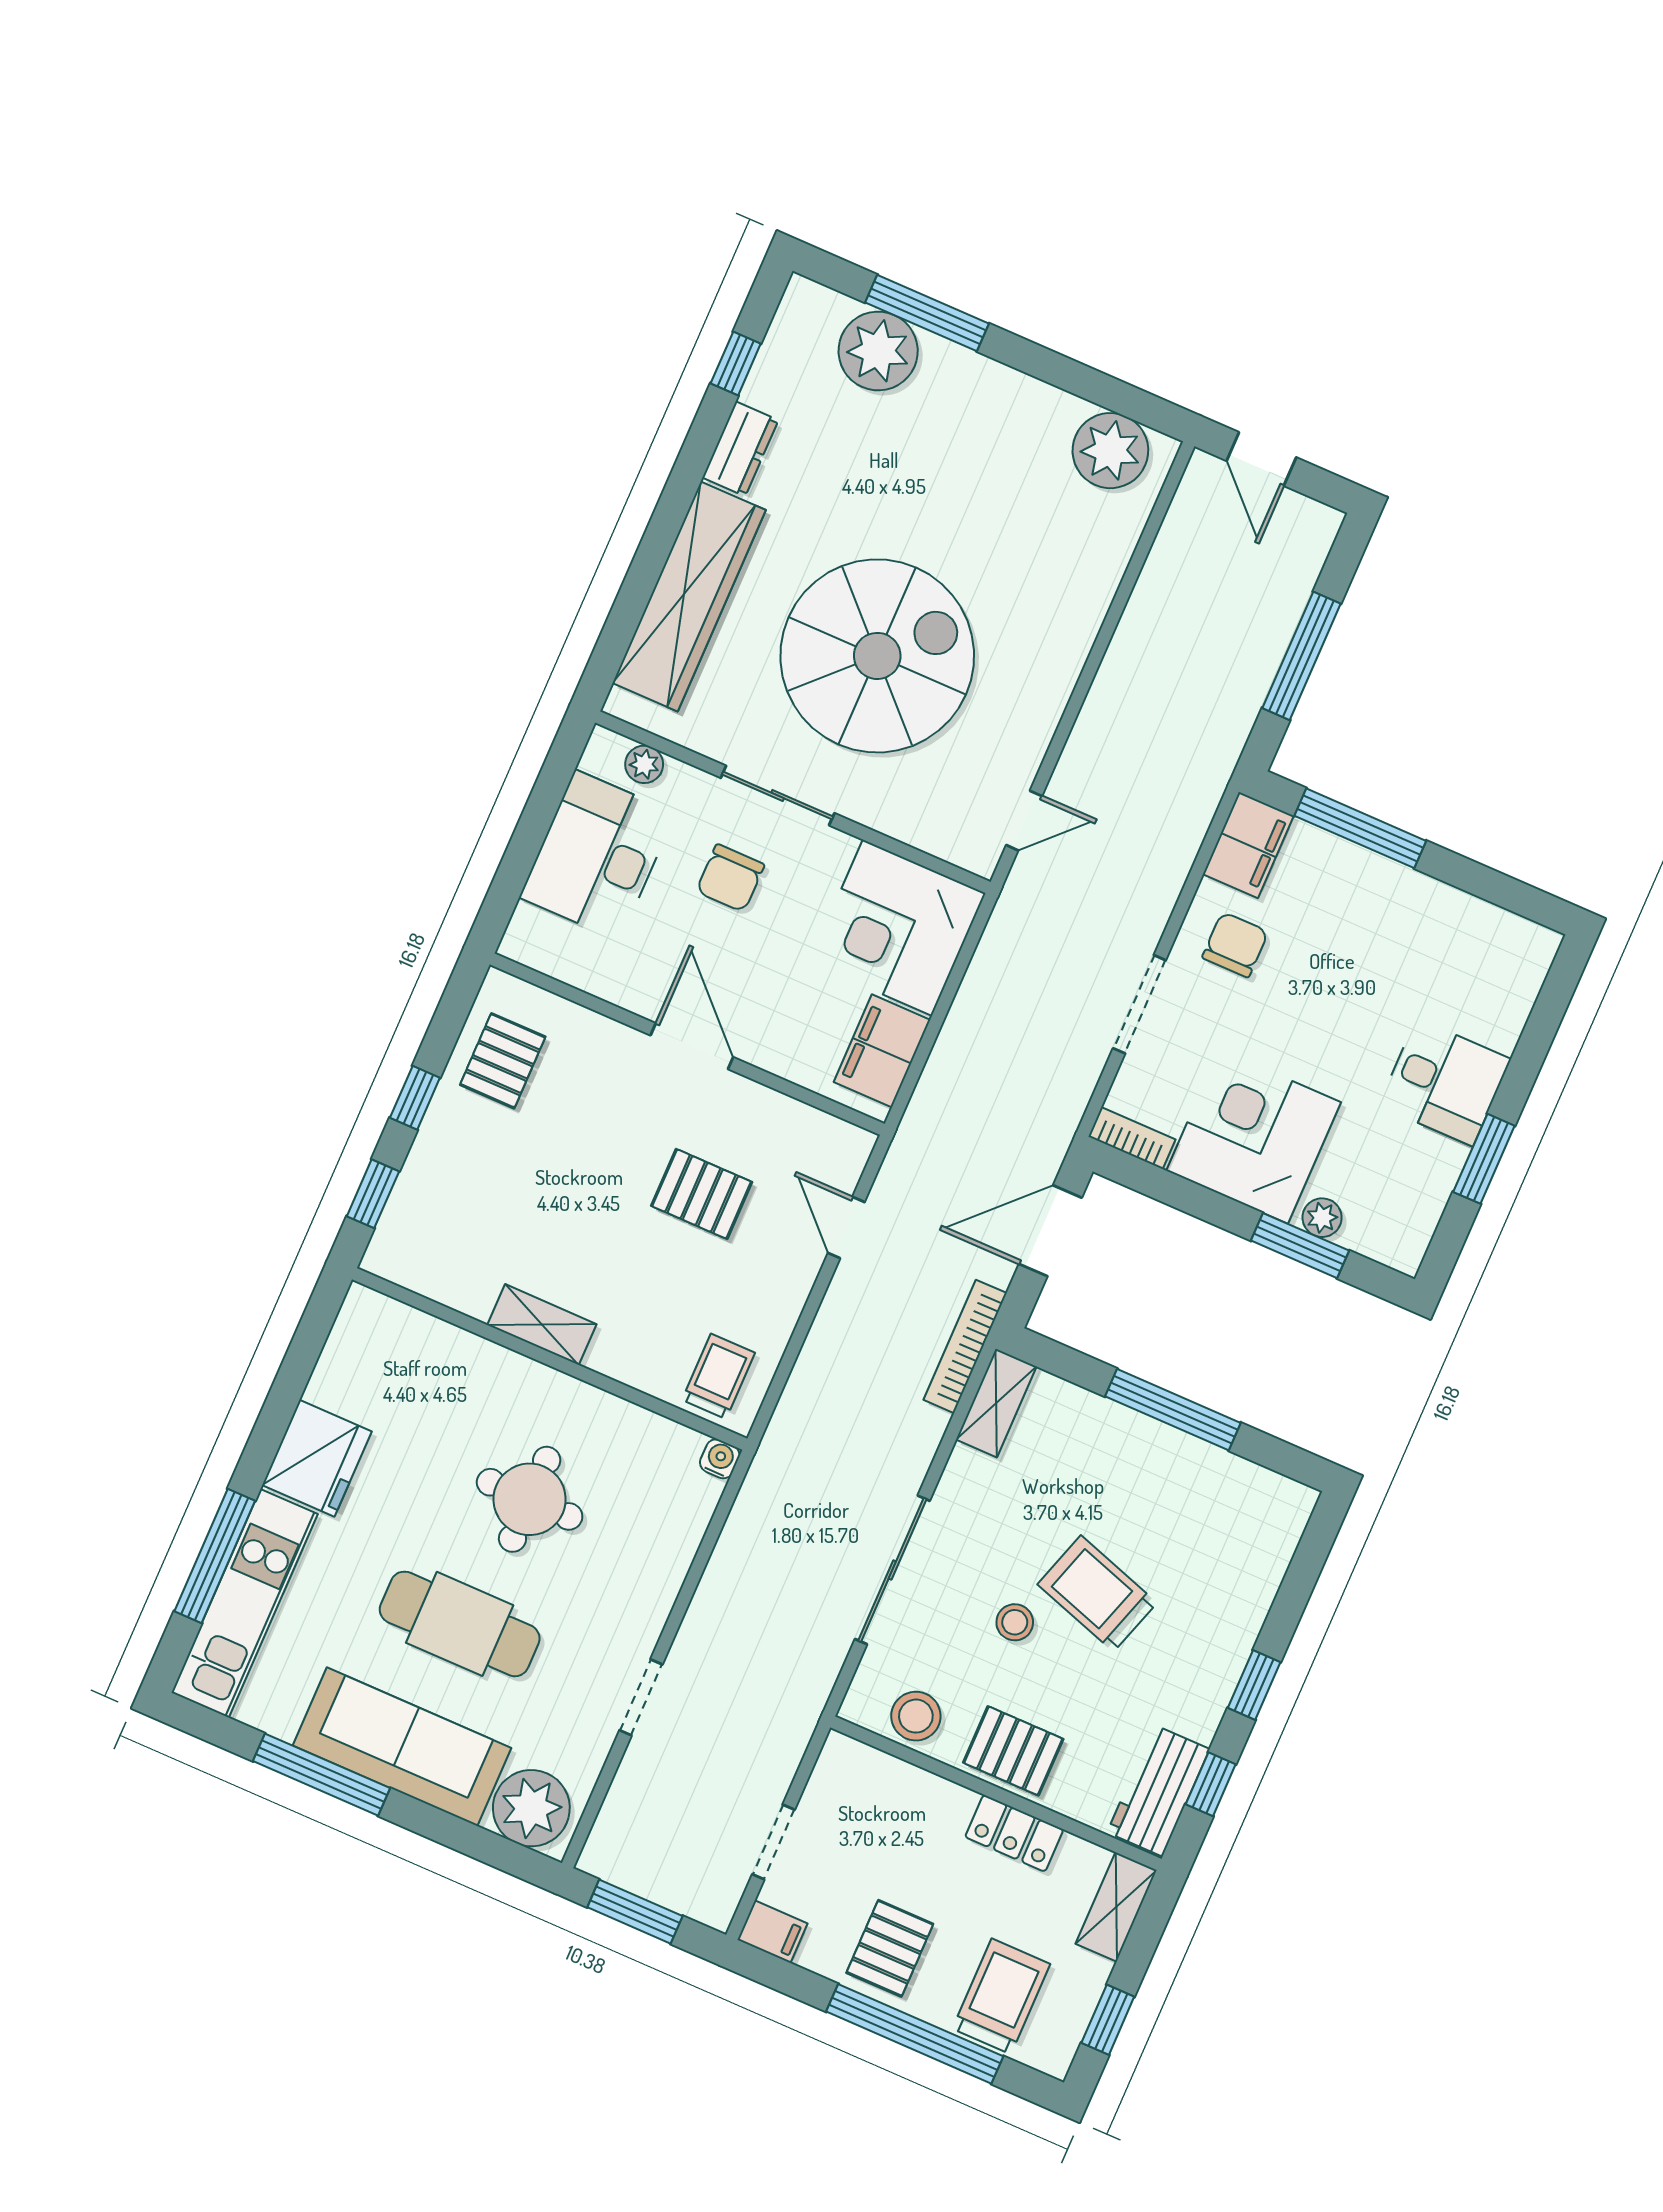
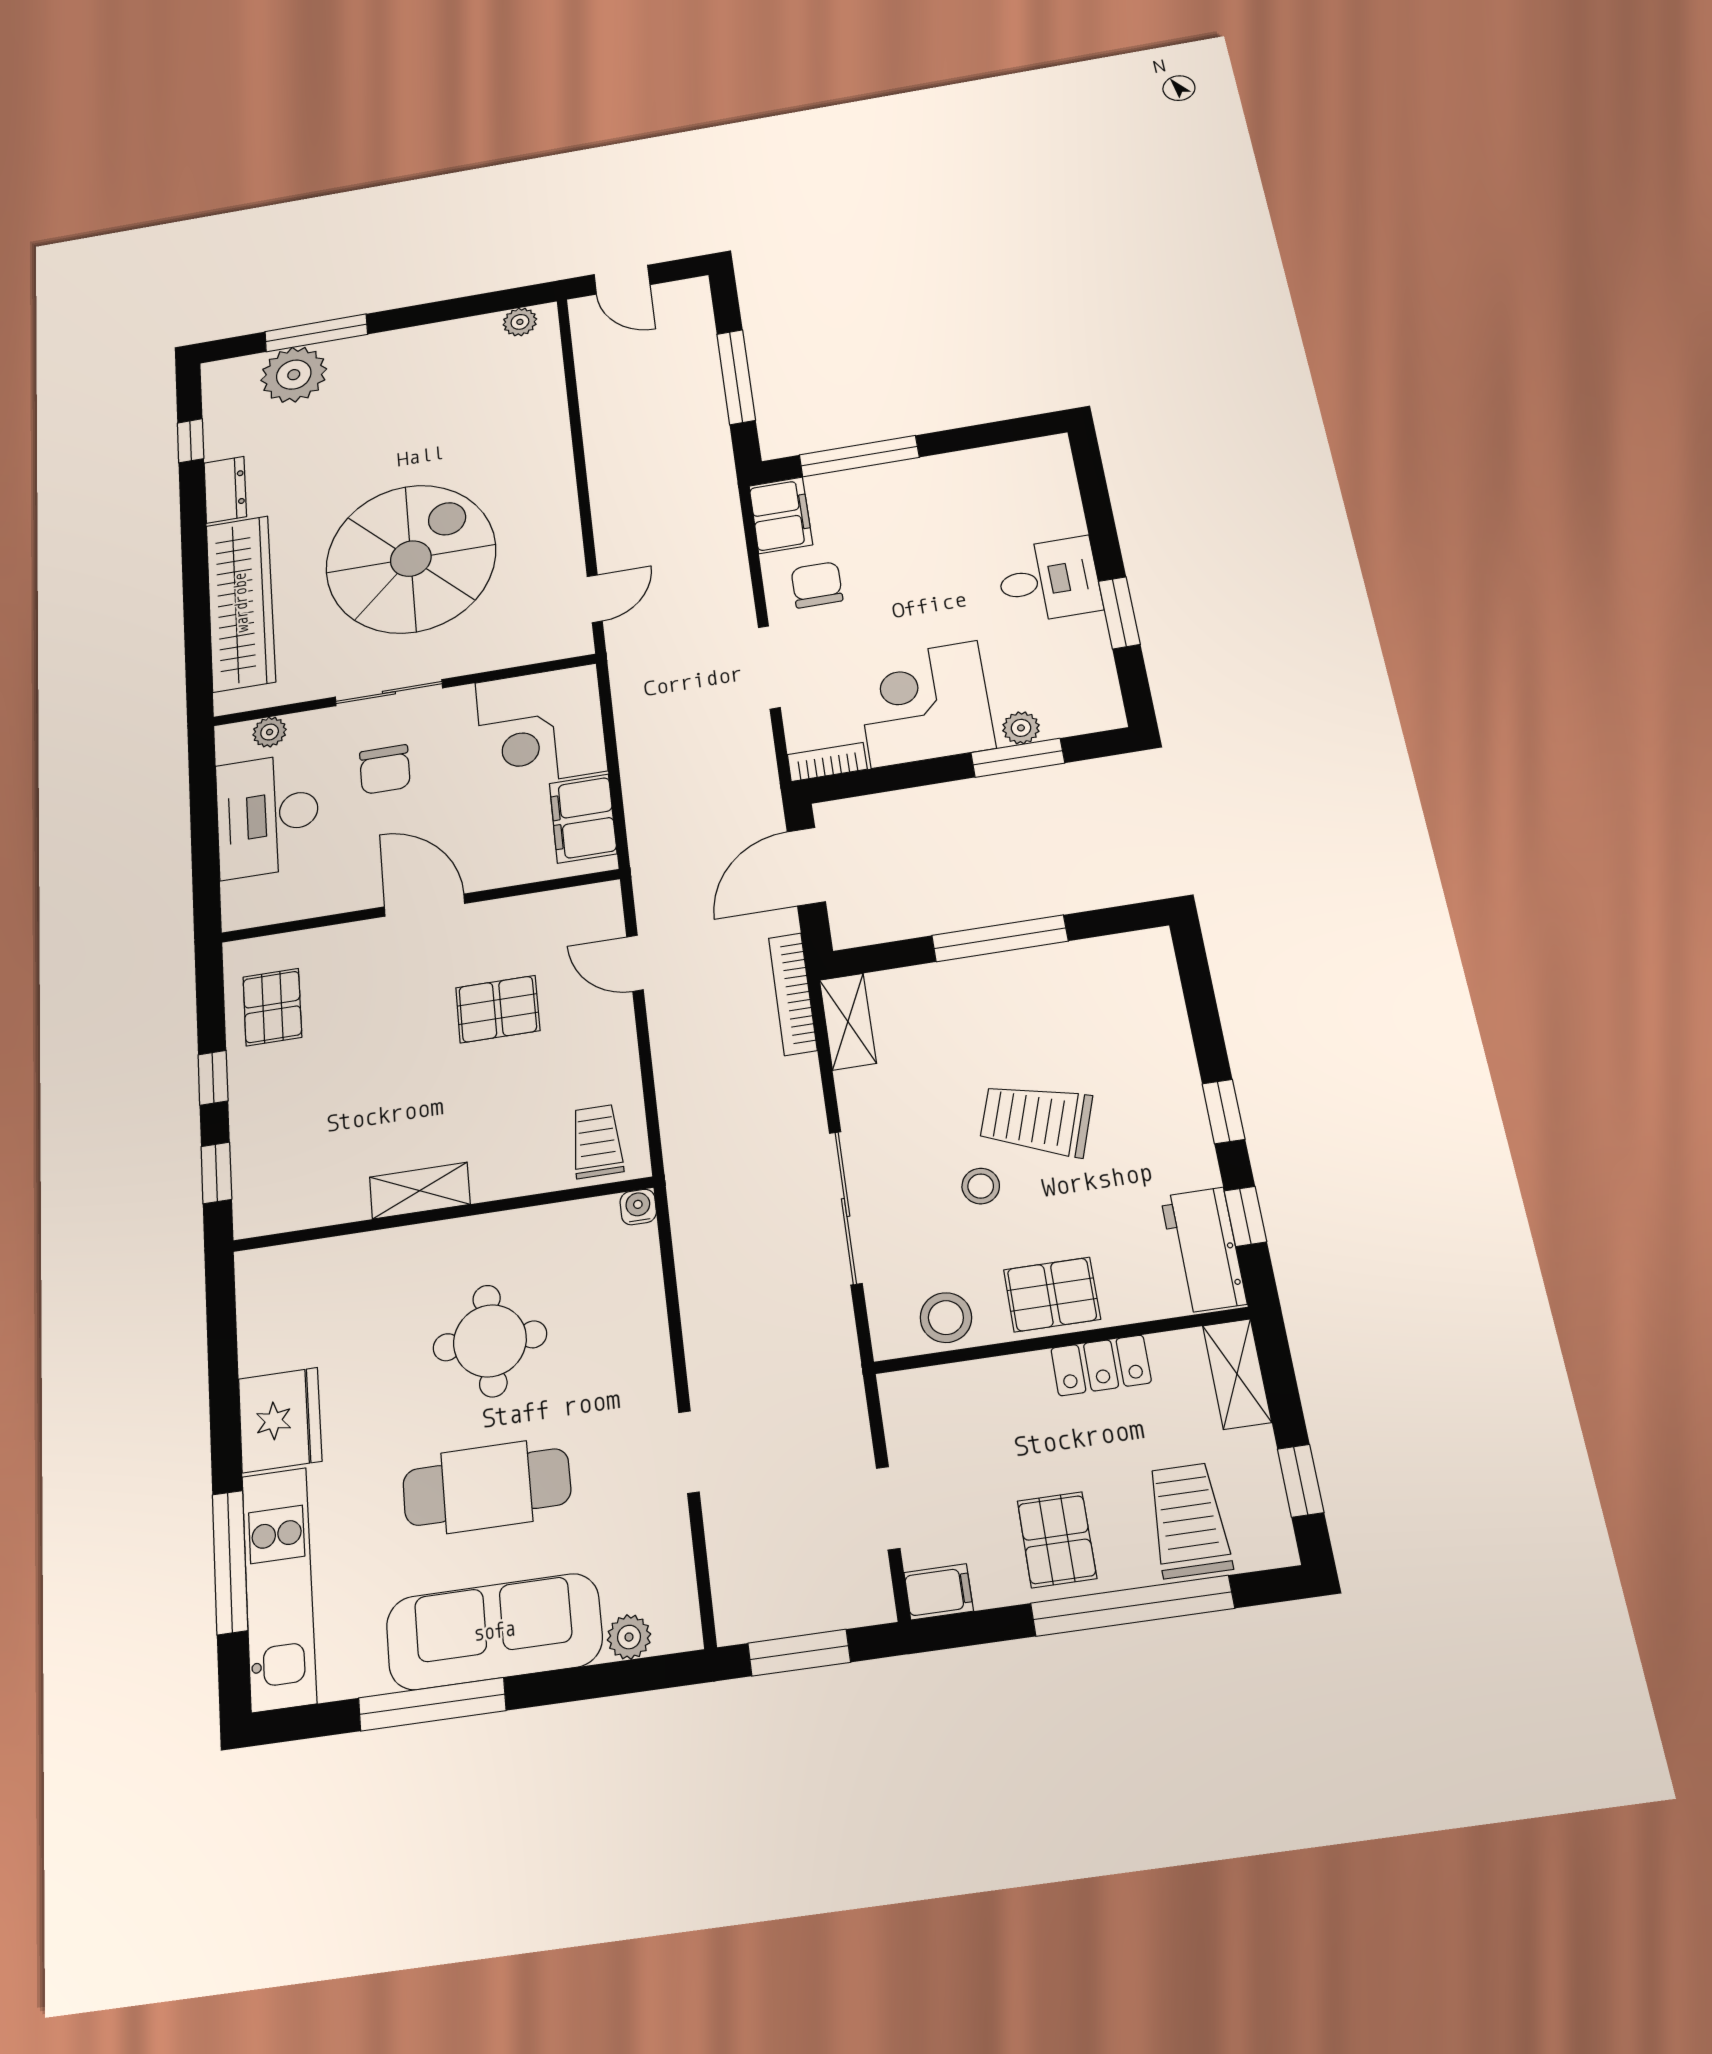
plant: (1110, 451) -> (520, 322), width x0.53, depth x0.53
plant: (531, 1808) -> (629, 1637), width x0.53, depth x0.53

